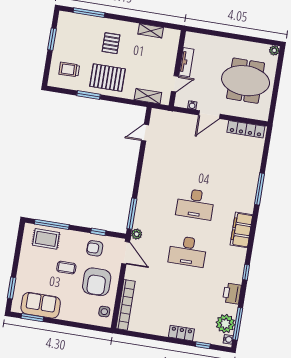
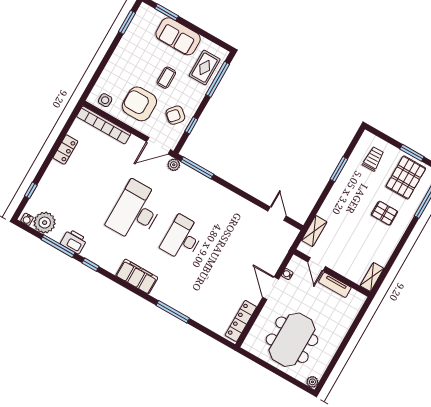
shelving: (151, 31) -> (372, 277), moved
pallet: (108, 78) -> (406, 177), moved
armchair: (95, 248) -> (175, 115), turned -139
desk: (188, 251) -> (136, 212), width x1.36, depth x1.30
sofa: (41, 305) -> (178, 36), moved, turned 90
window: (238, 324) -> (58, 246), moved
locker: (181, 333) -> (65, 150), moved

